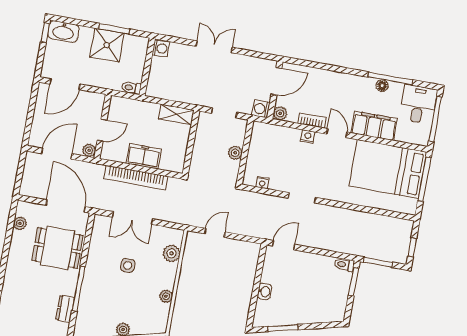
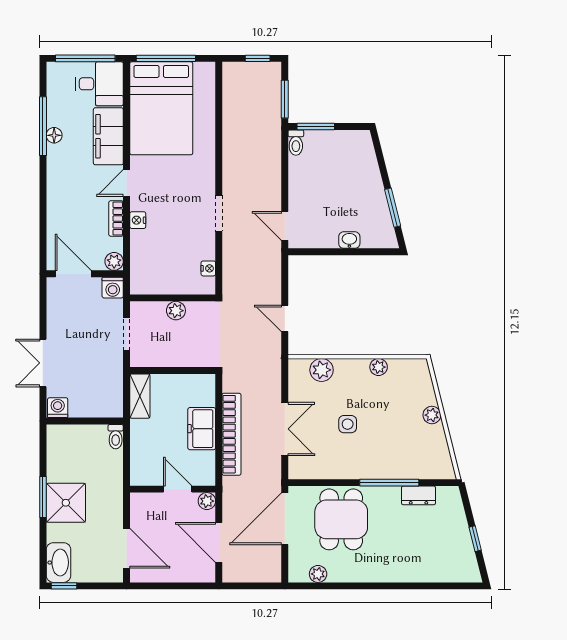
washing machine: (161, 48) -> (58, 408), moved
wall: (147, 67) -> (85, 421), moved
toilet: (131, 88) -> (116, 437), moved
desk: (418, 104) -> (99, 84), moved, turned 180

